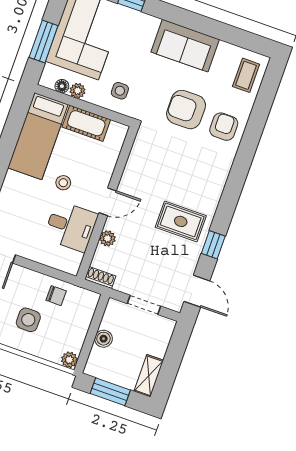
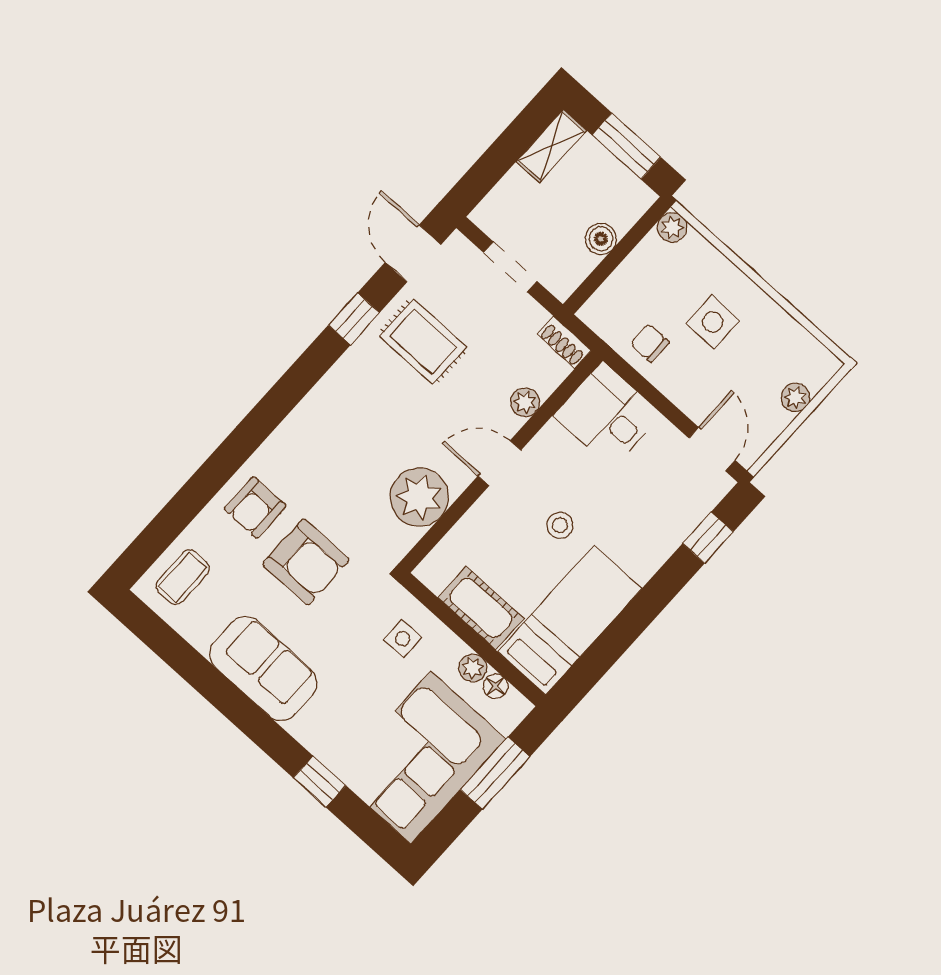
plant: (142, 167) -> (419, 497), added
rug: (181, 221) -> (423, 342), moved
desk: (71, 226) -> (607, 415), moved

